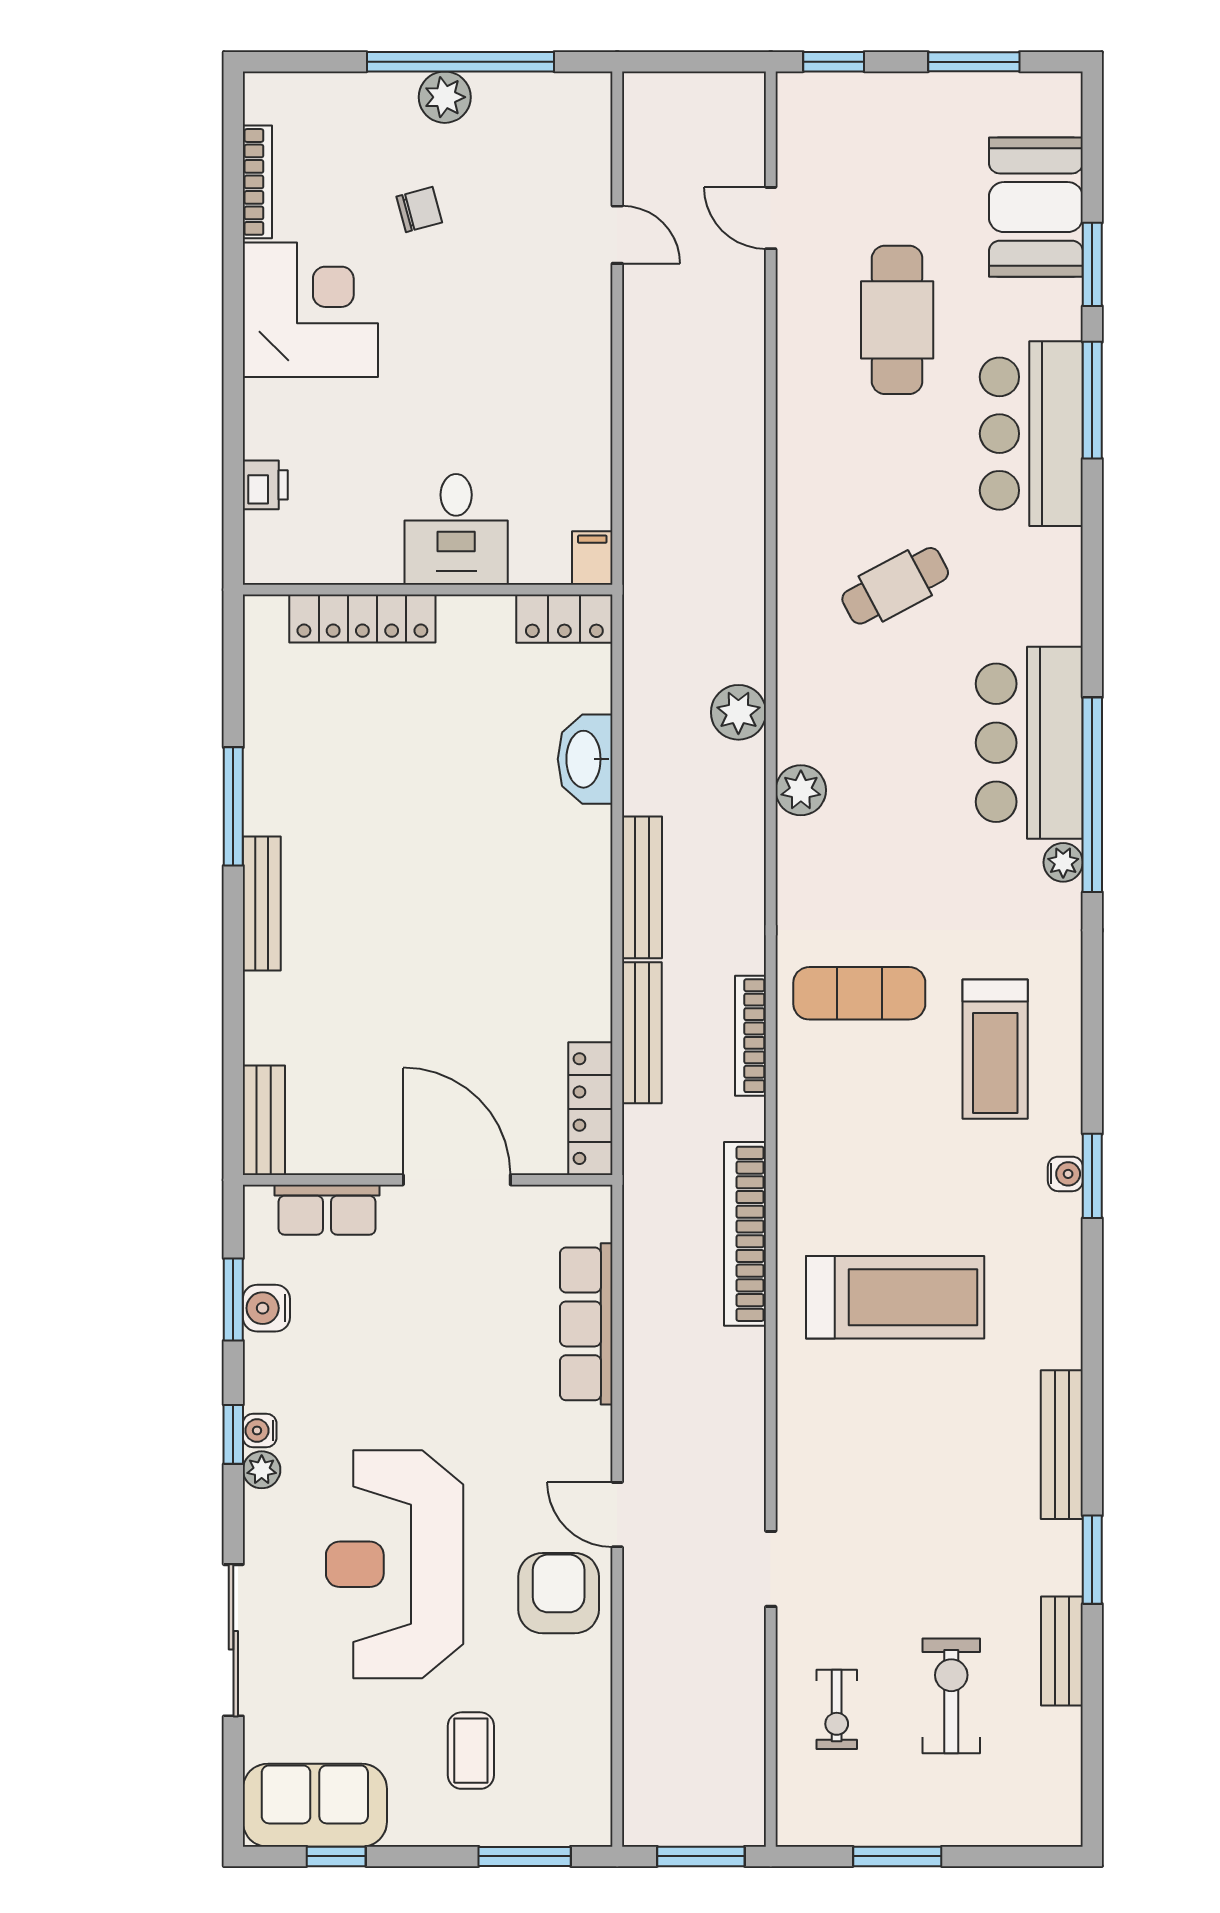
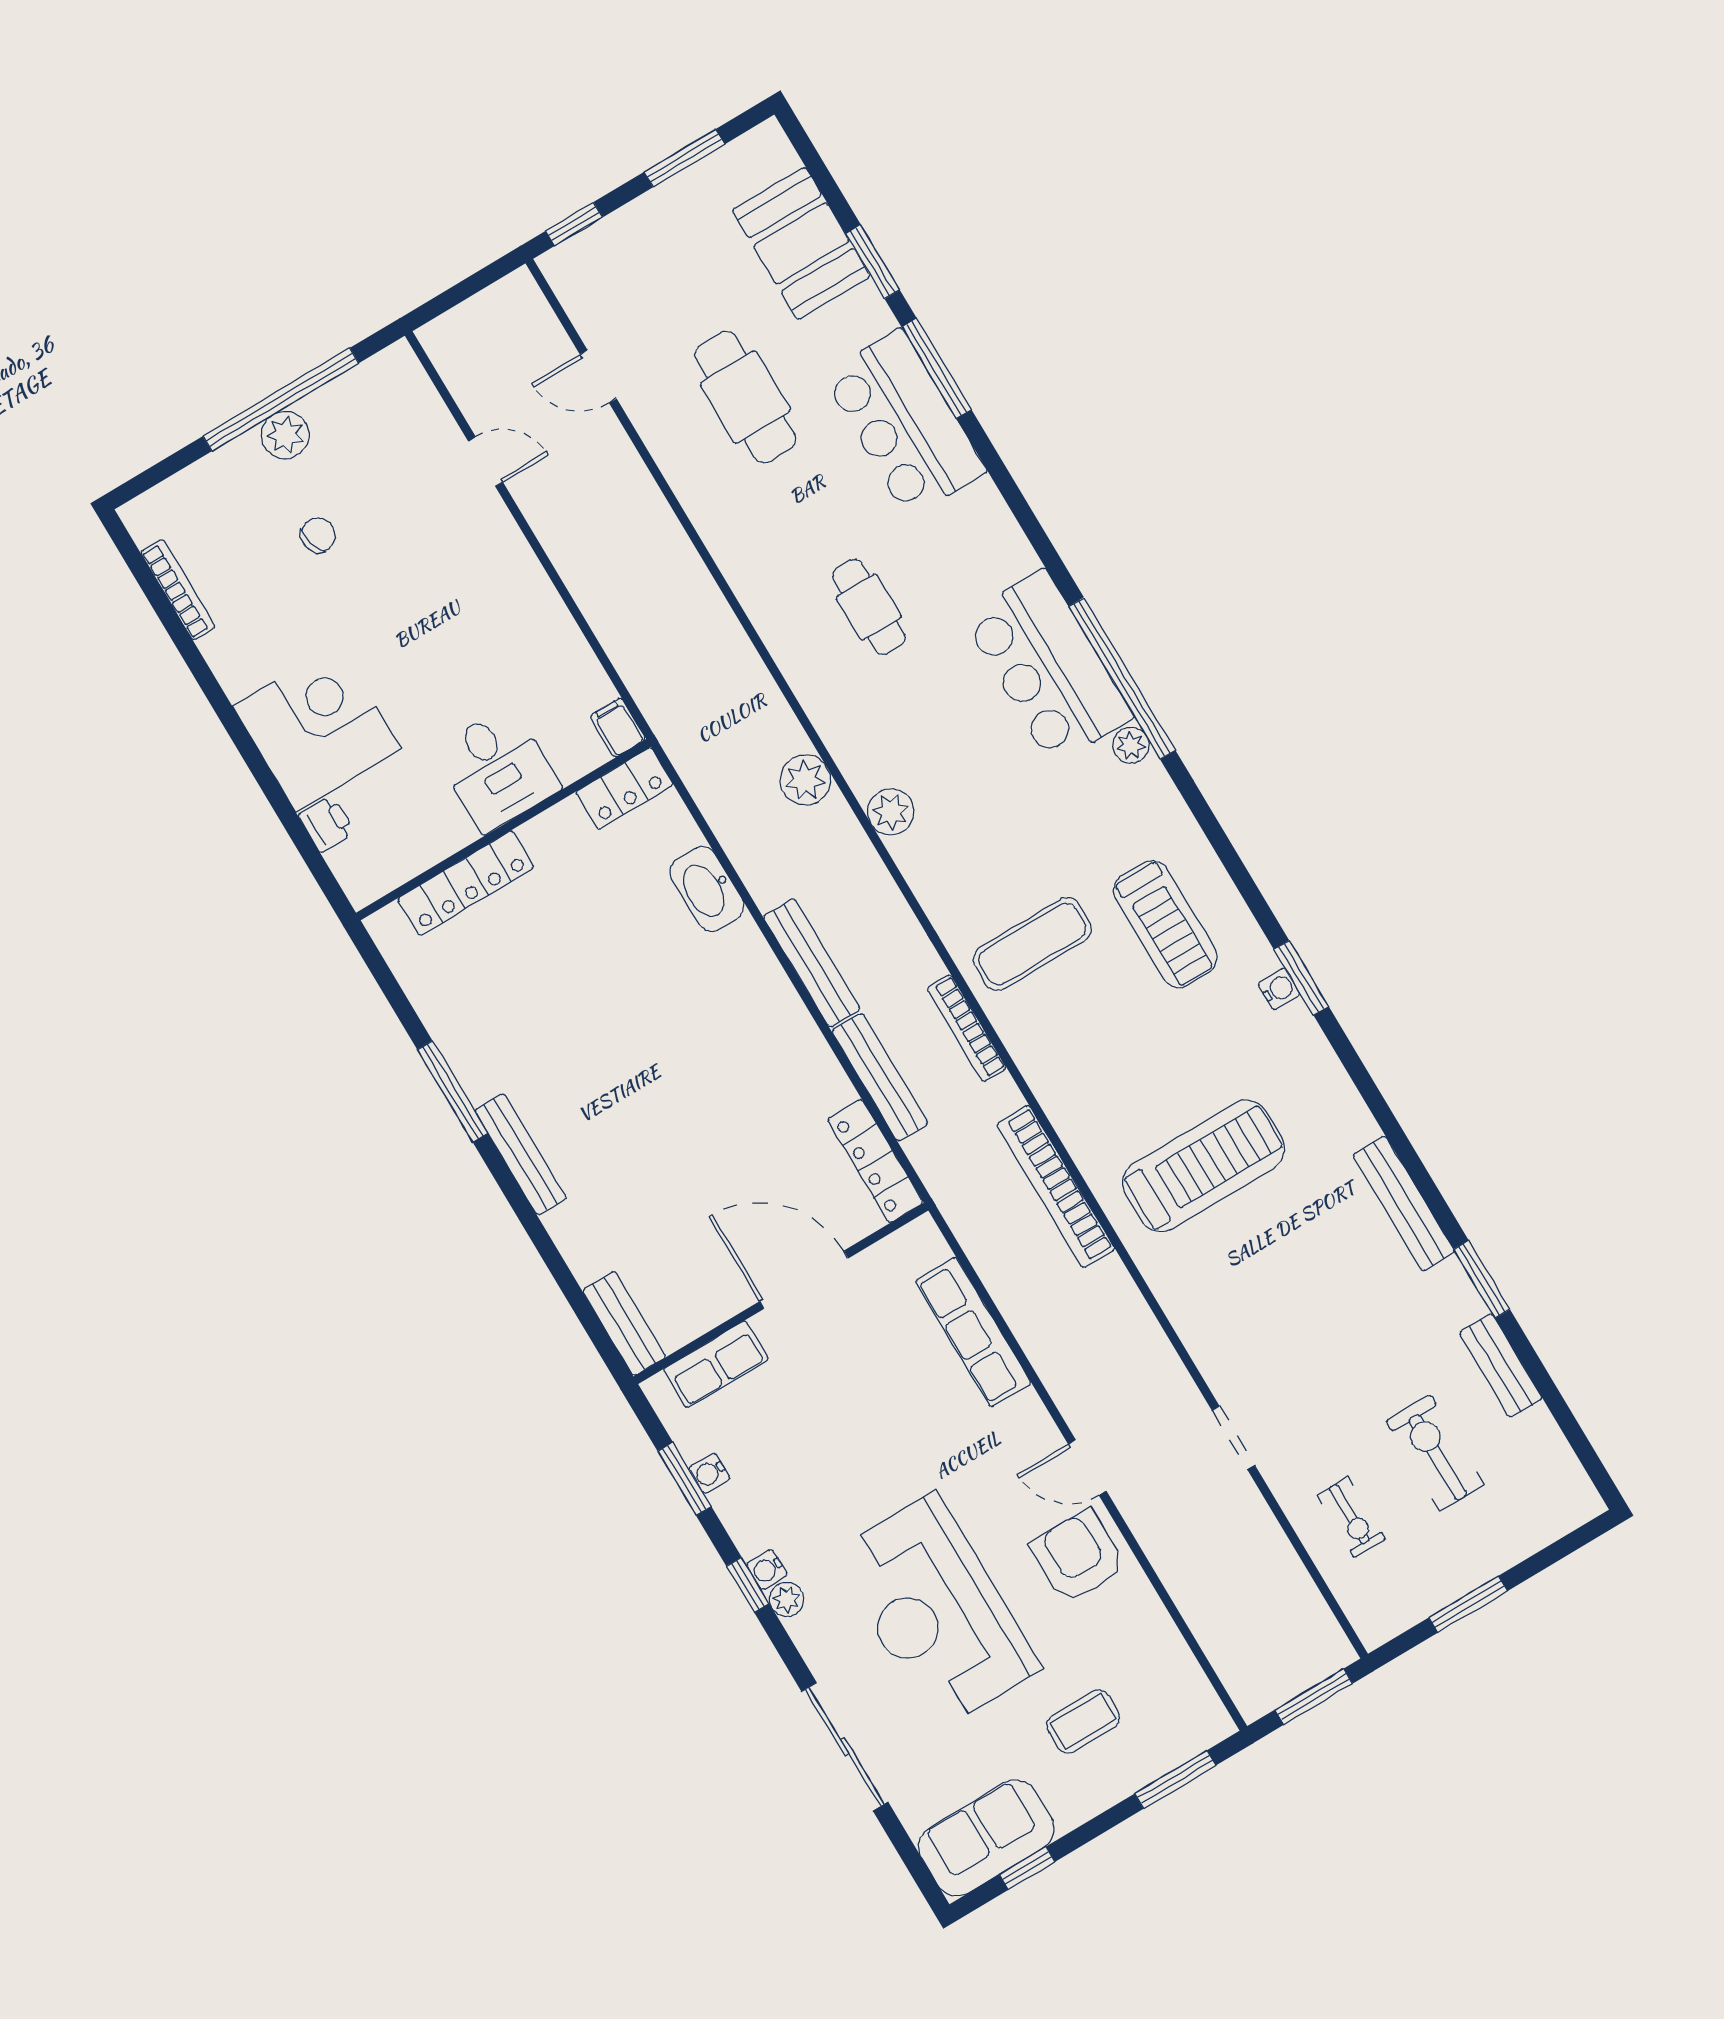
corner desk: (310, 310) -> (317, 727), moved
cafe table: (895, 586) -> (869, 607), turned -62
water cooler: (266, 1308) -> (709, 1473), width x0.72, depth x0.72
coffee table: (471, 1751) -> (1083, 1722), turned 90

